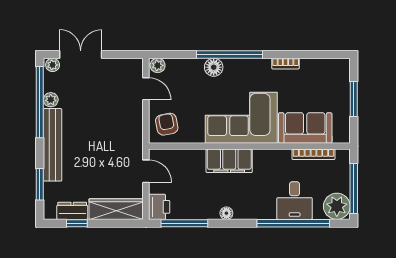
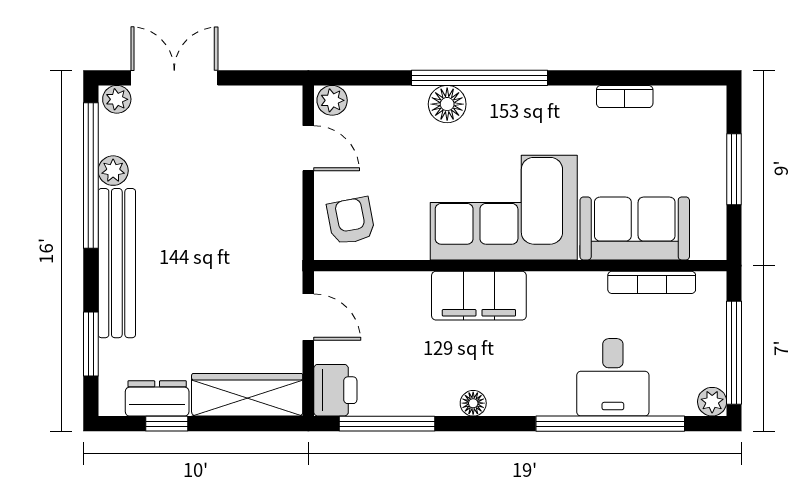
bookcase: (286, 64) -> (625, 97), moved
plant: (337, 206) -> (712, 402), width x0.53, depth x0.53

